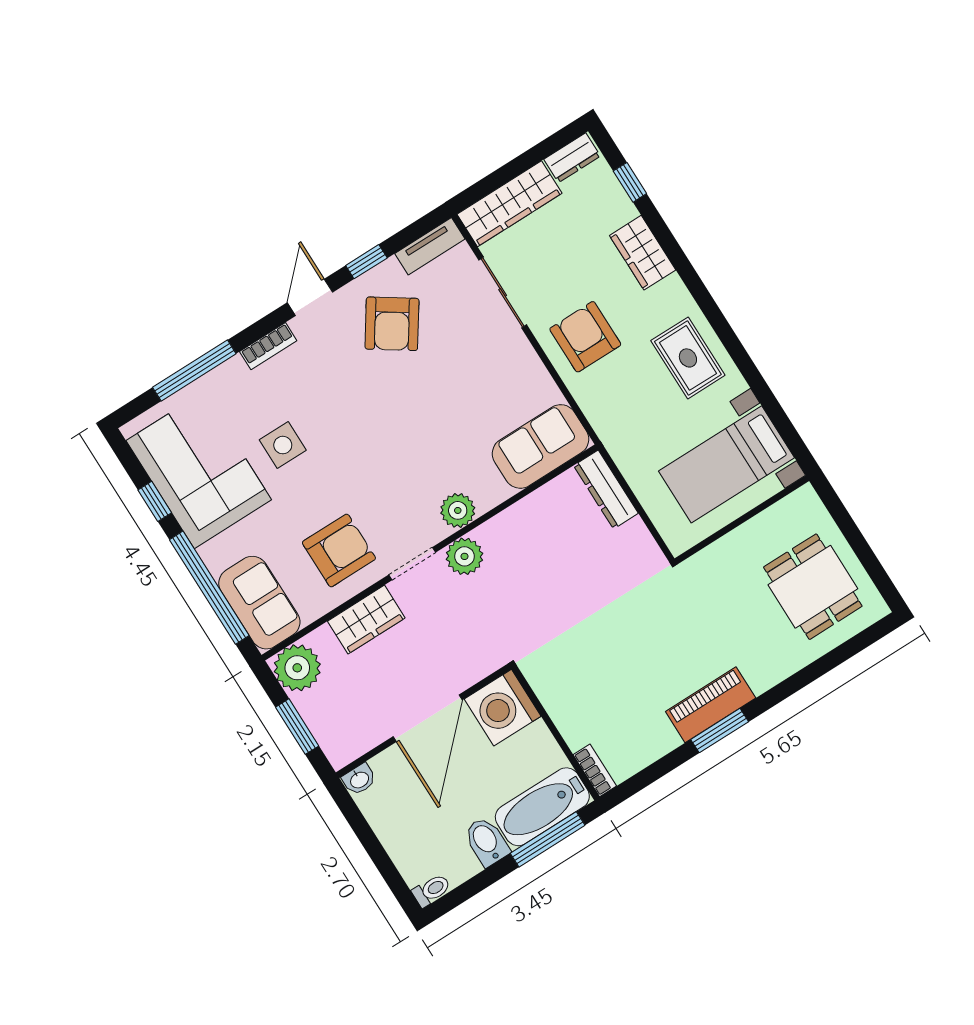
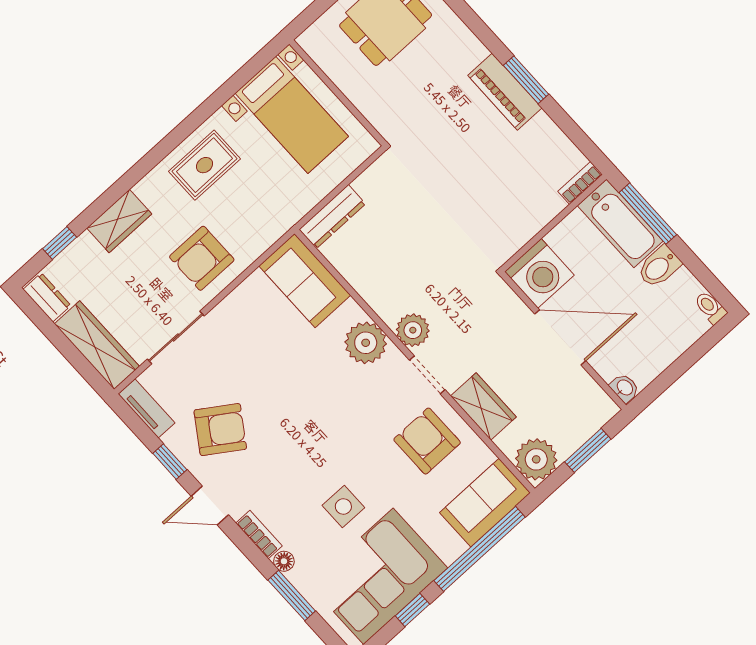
floor lamp: (234, 369) -> (284, 561), added
window: (194, 370) -> (292, 595), width x0.69
plant: (458, 510) -> (366, 343), width x1.36, depth x1.36

